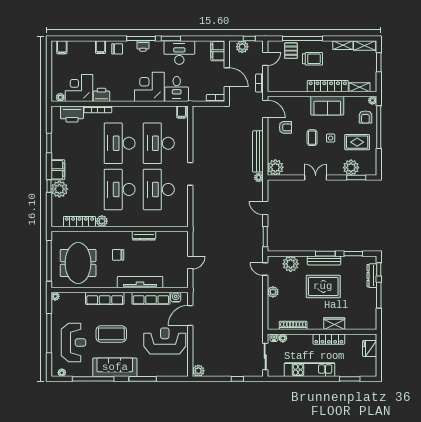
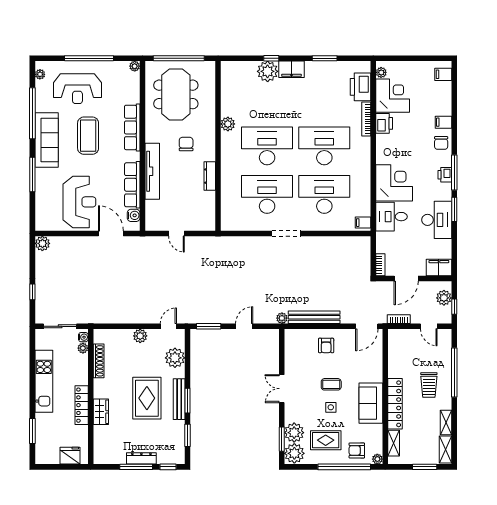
pallet: (291, 51) -> (439, 358), removed
armchair: (285, 127) -> (326, 345), moved
rug: (357, 142) -> (326, 440), turned 90
plant: (275, 167) -> (294, 453), moved
double door: (316, 178) -> (282, 389), swing flipped
locker: (79, 222) -> (227, 96), removed
meeting table: (78, 263) -> (176, 94), turned 90
dresser: (372, 276) -> (141, 458), moved

